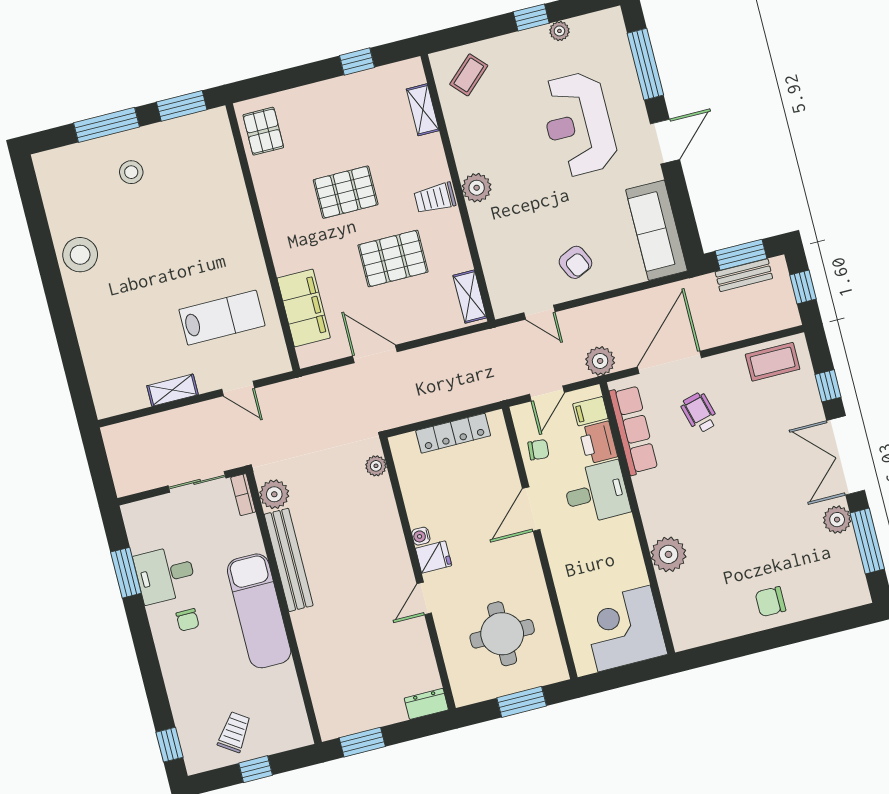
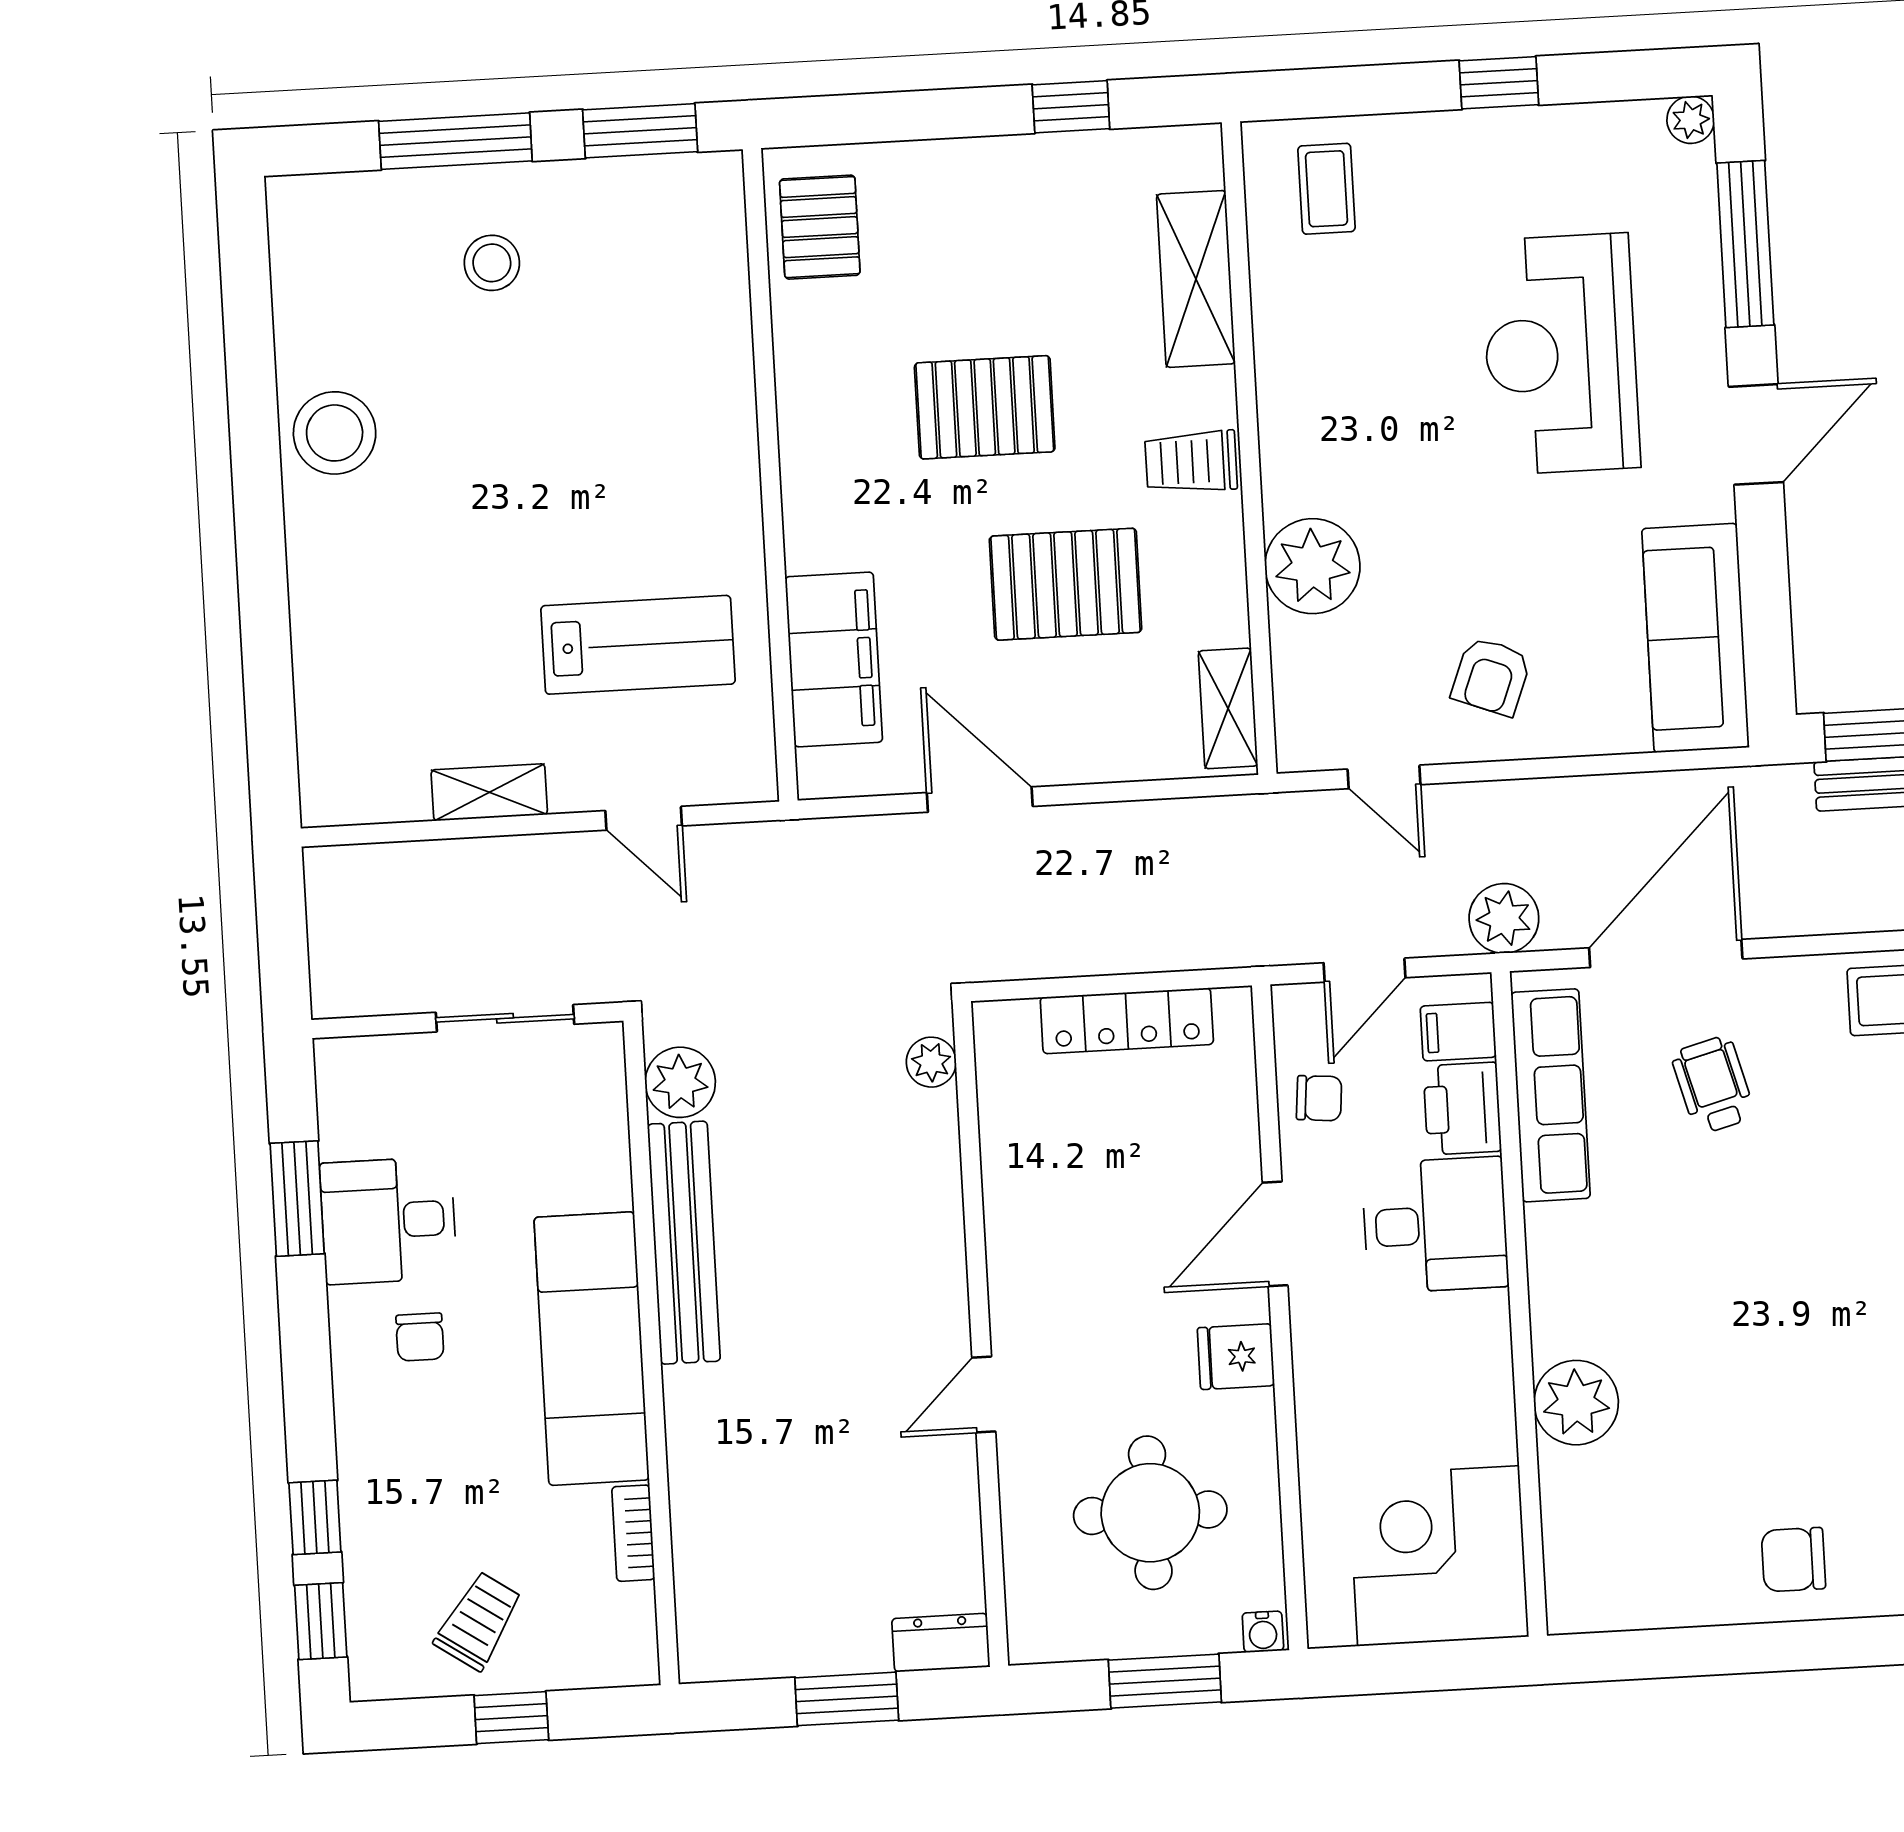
plant: (559, 31) -> (1691, 120), moved
coffee table: (469, 75) -> (1326, 189), turned -47
shelving: (423, 110) -> (1196, 279), width x1.50, depth x1.33
plant: (477, 188) -> (1312, 566), moved, width x1.36, depth x1.36
armchair: (575, 262) -> (1491, 676), turned 46
bookcase: (243, 495) -> (633, 1533), moved
water cooler: (421, 536) -> (1263, 1632), moved, turned -90
fridge: (434, 557) -> (1236, 1357), moved, turned 180
window: (159, 702) -> (315, 1517), added
window: (362, 742) -> (847, 1699), moved

